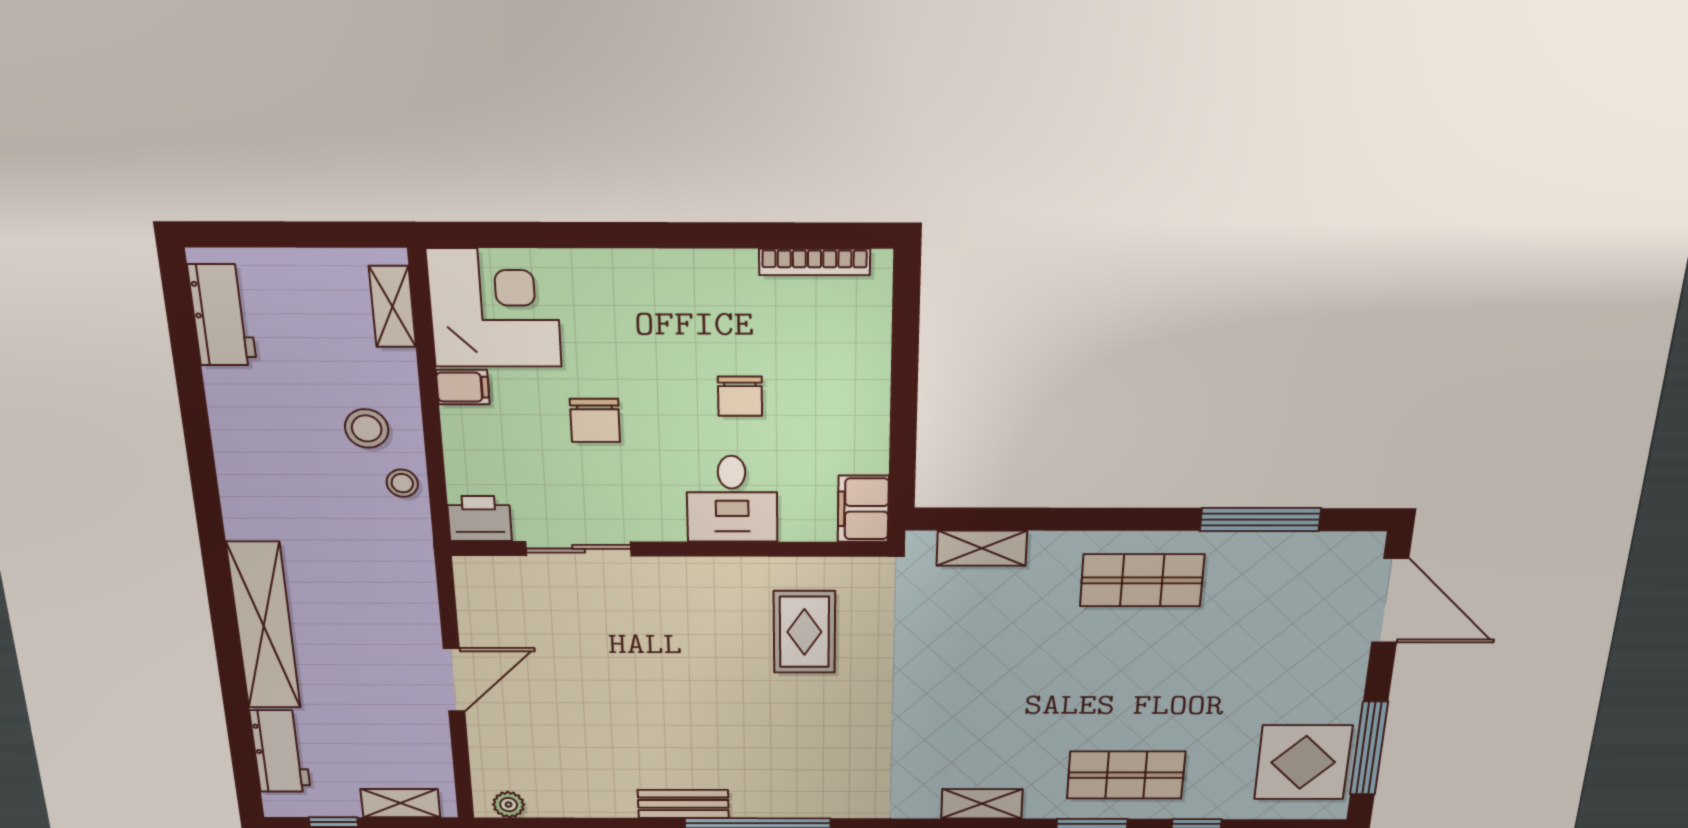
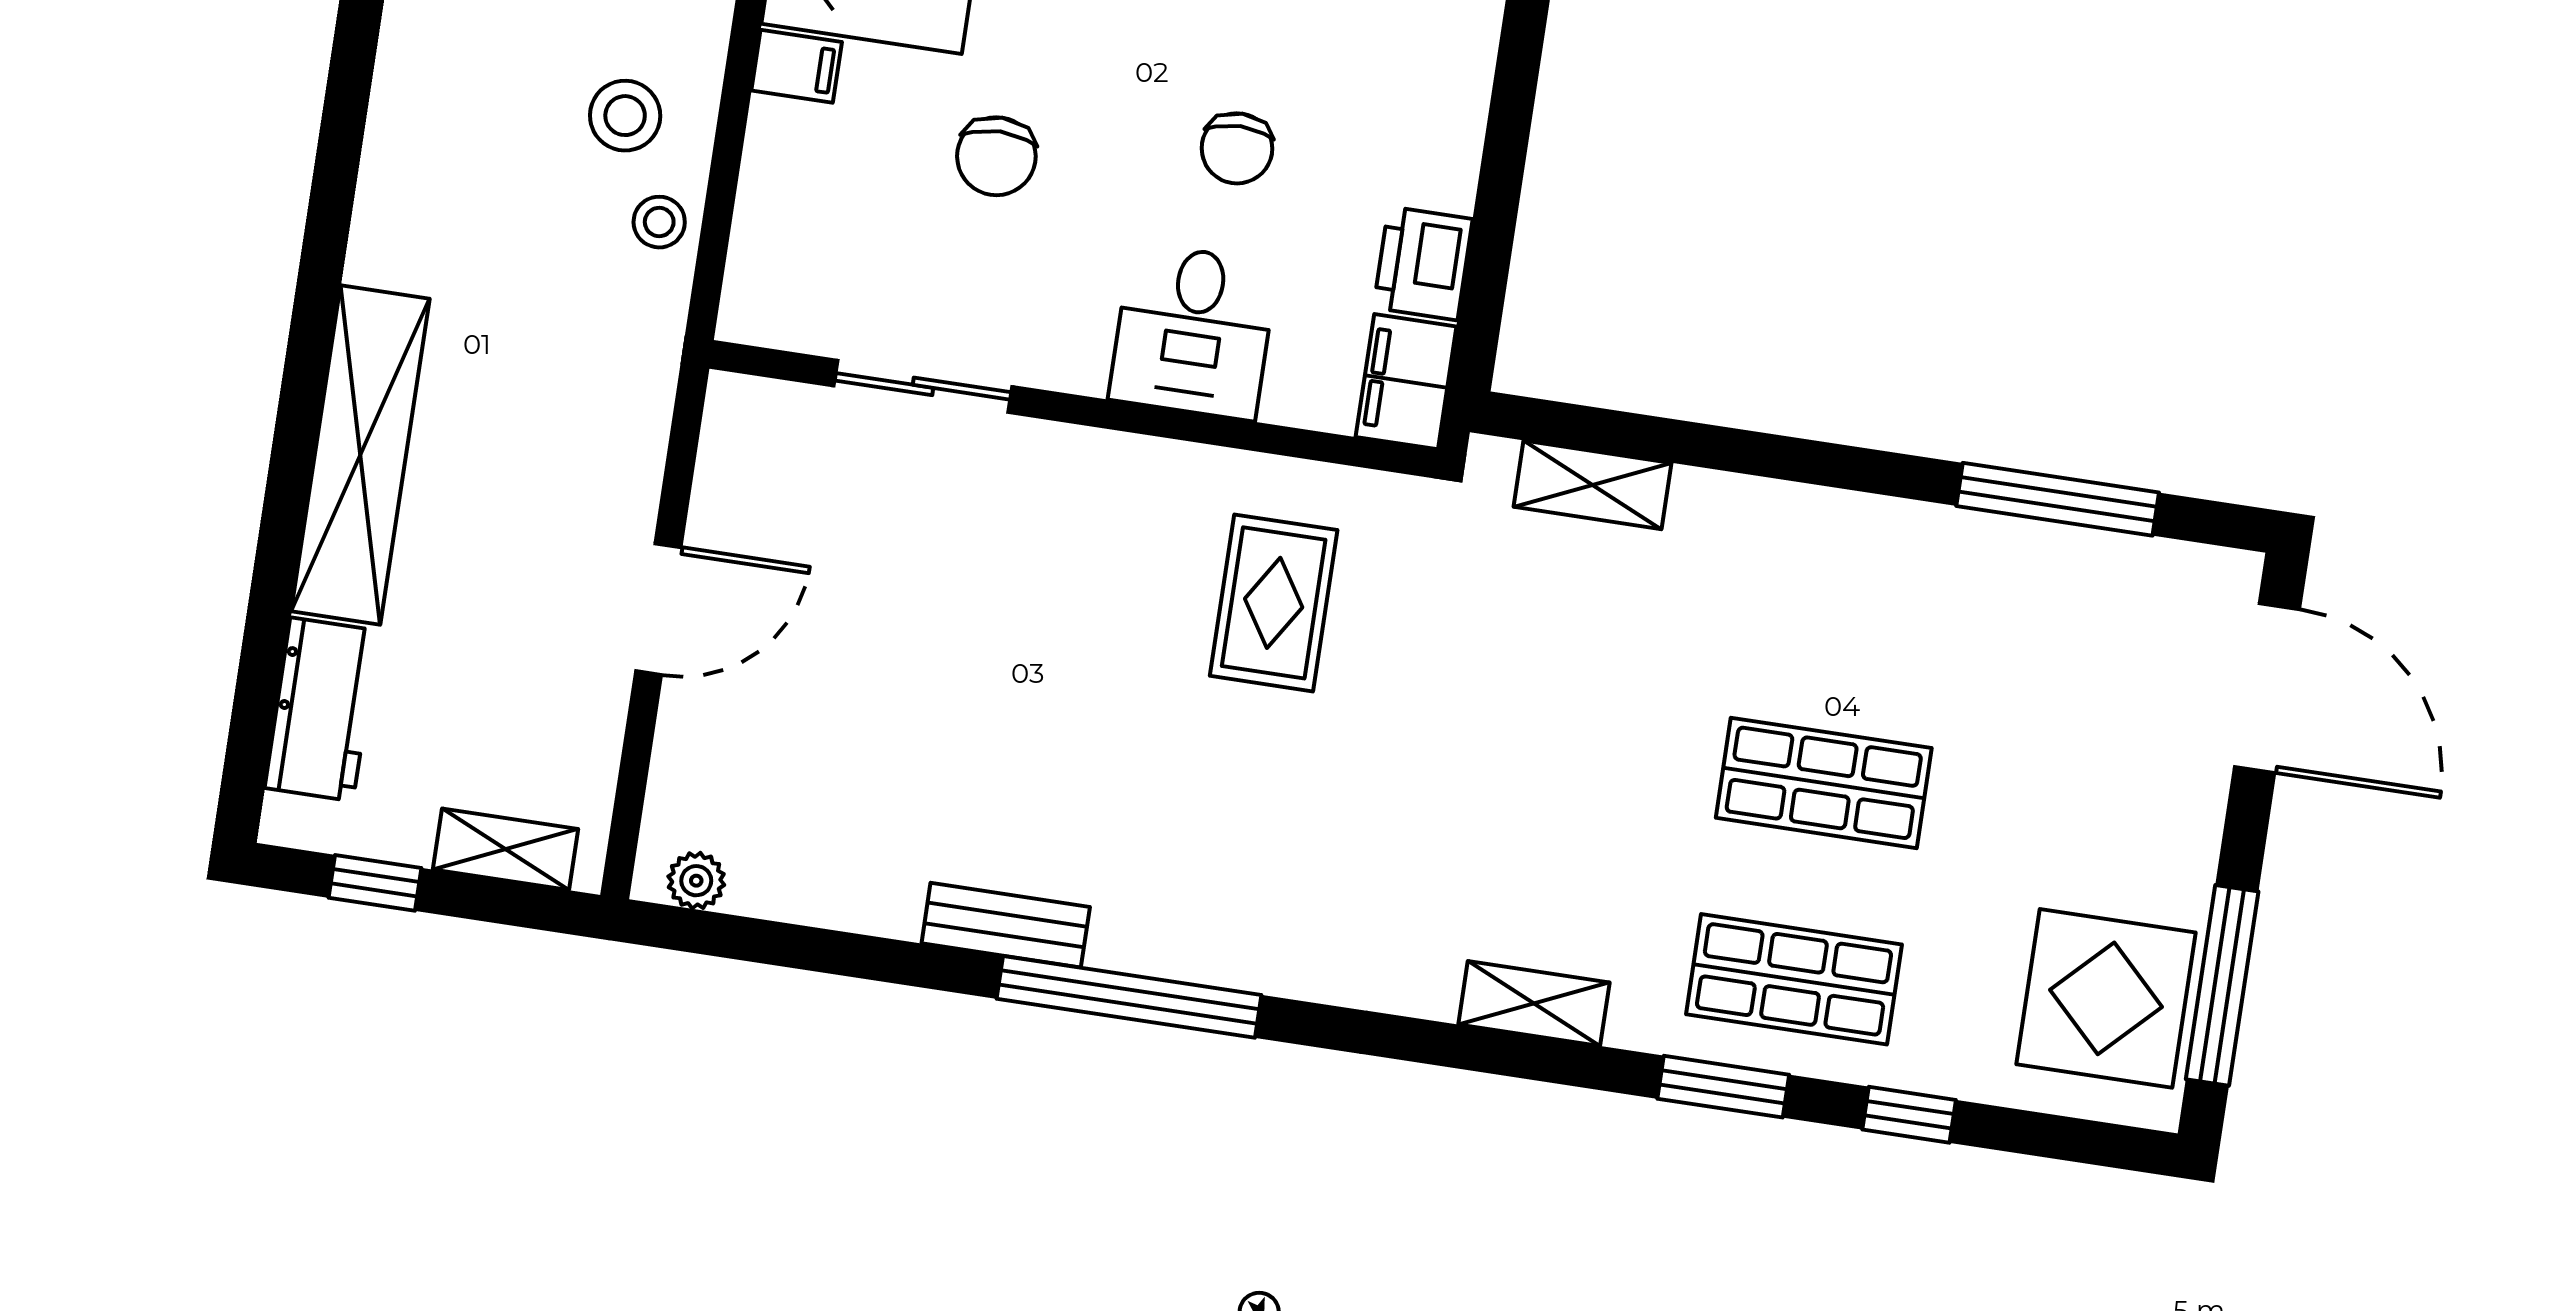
printer: (479, 519) -> (1423, 263), moved, turned -90
shop shelf: (1142, 580) -> (1824, 783), moved

